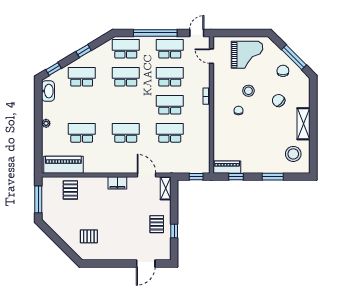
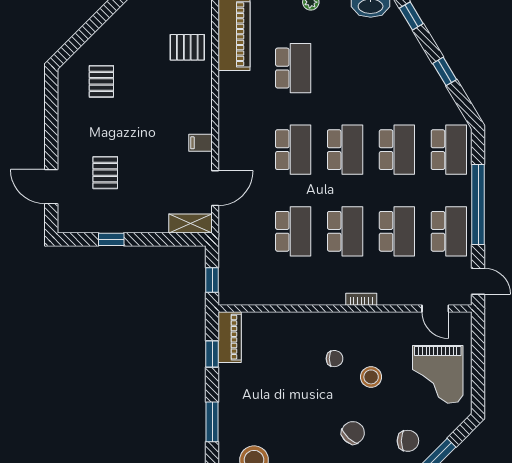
door: (211, 56) -> (435, 308), swing flipped
school desk: (82, 77) -> (345, 150), moved
filing cabinet: (117, 183) -> (201, 143), width x0.50
pallet: (157, 224) -> (105, 173), moved, turned 90

